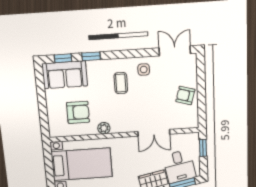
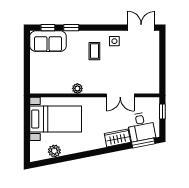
armchair: (185, 95) -> (149, 65), removed
armchair: (78, 112) -> (56, 73), removed

